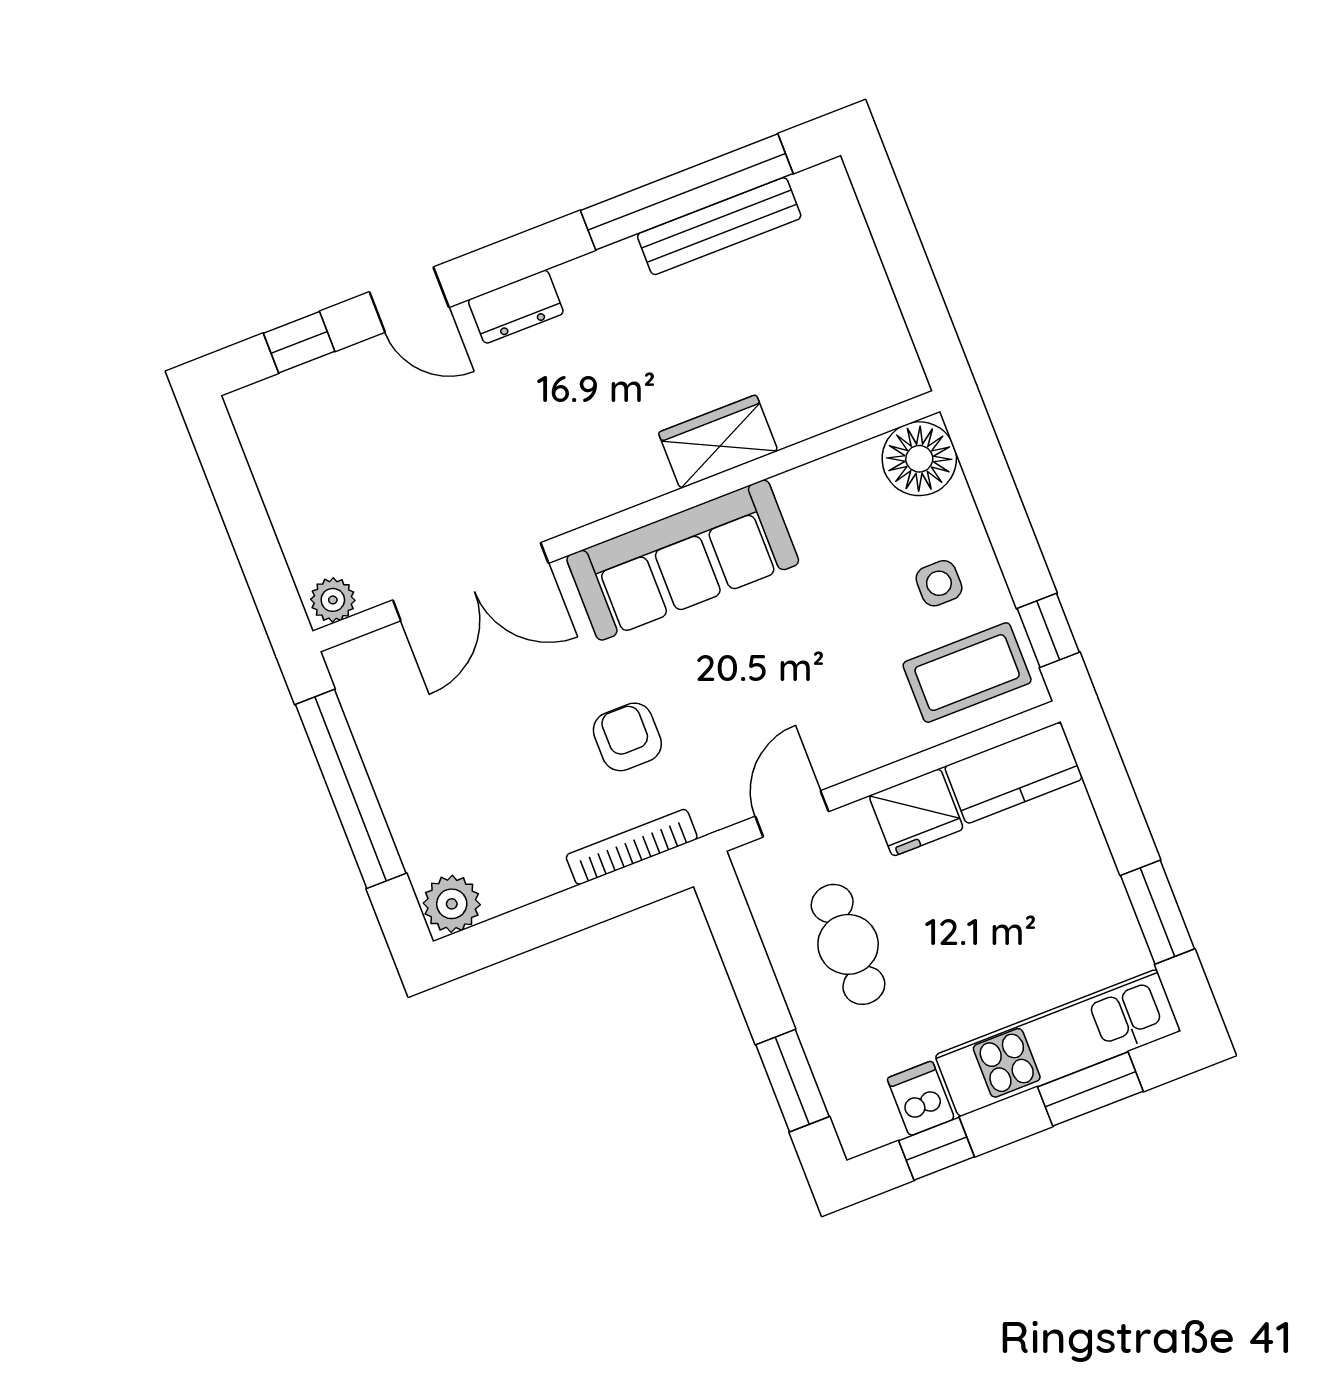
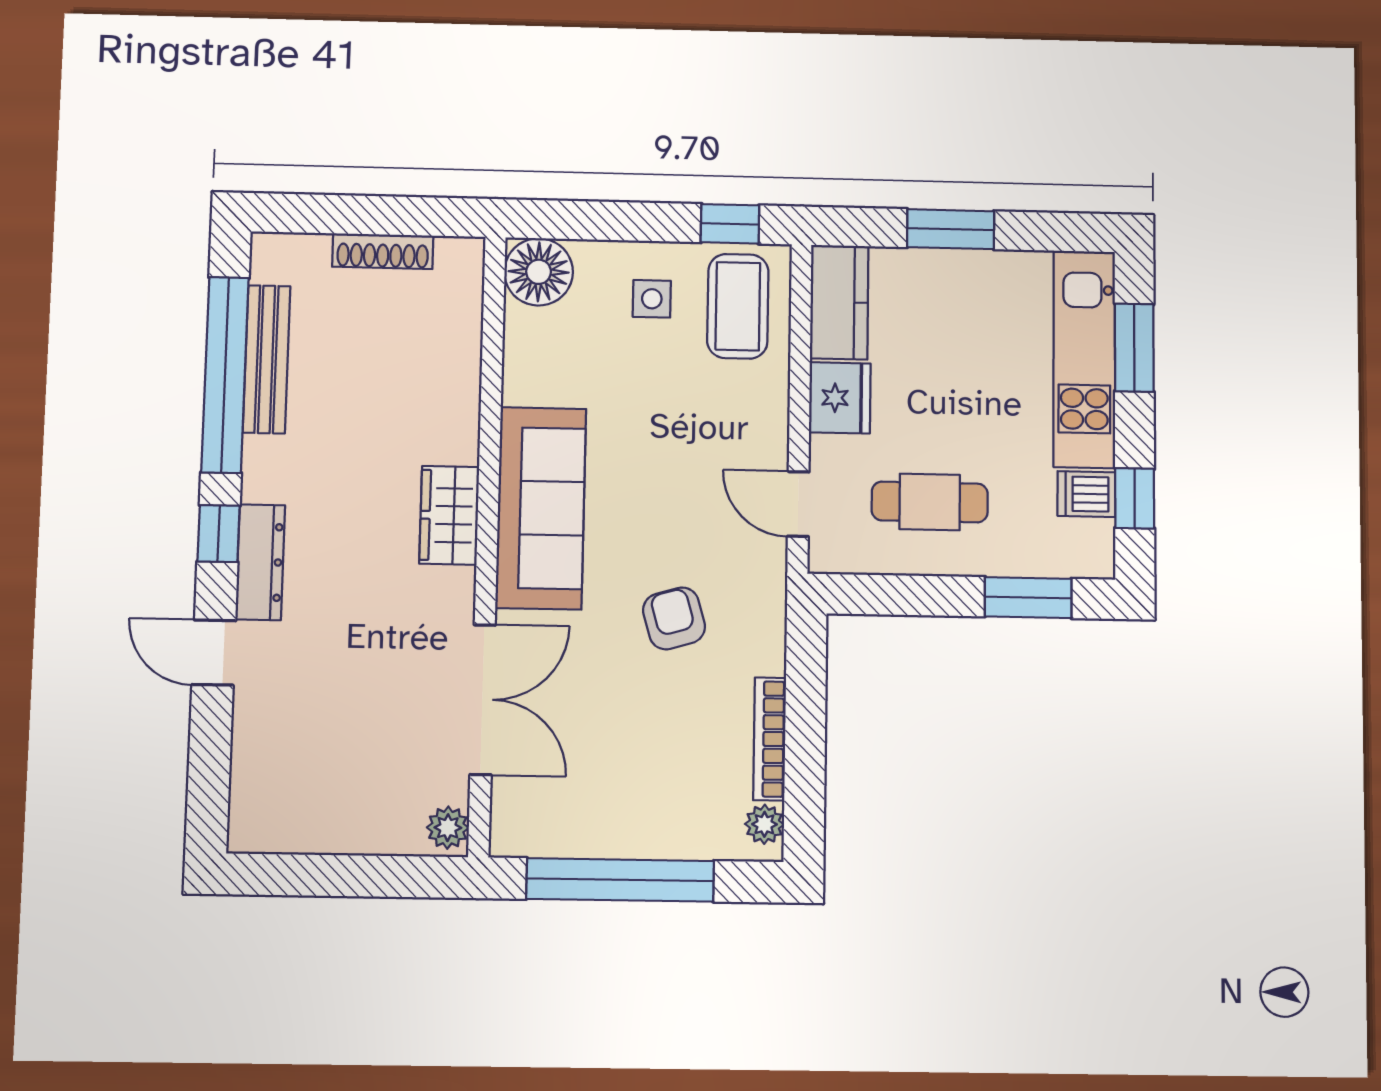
shoe rack: (876, 295) -> (383, 251), added
door: (409, 300) -> (214, 653), swing flipped
dresser: (516, 307) -> (260, 562), width x1.44
window: (299, 342) -> (219, 534), moved
wardrobe: (718, 442) -> (449, 515), moved
armchair: (627, 737) -> (674, 618), turned 74
bookcase: (632, 847) -> (770, 739), moved
plant: (452, 904) -> (764, 824), width x0.73, depth x0.73
window: (1158, 912) -> (951, 229), moved

